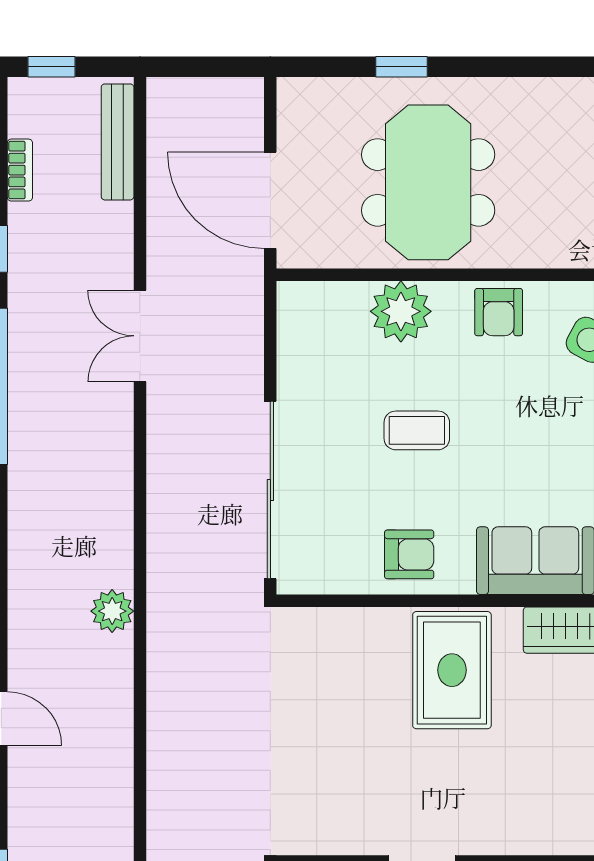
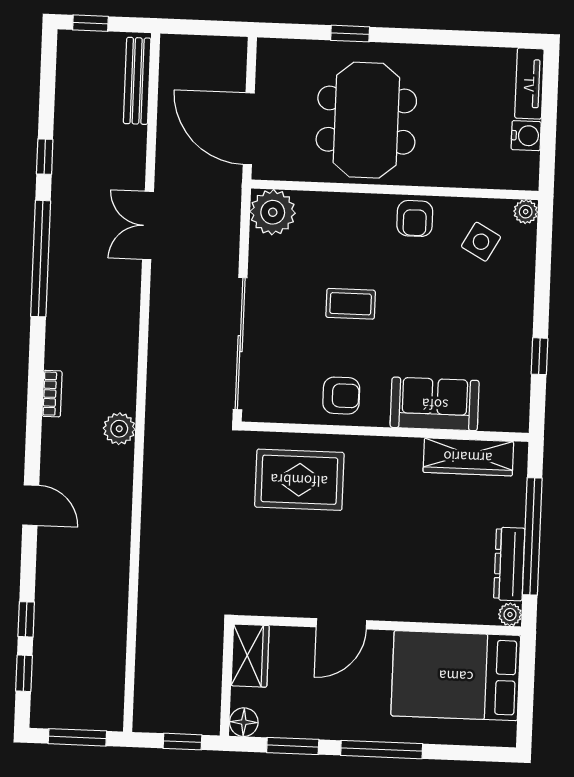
bookcase: (20, 170) -> (52, 394), moved
plant: (401, 311) -> (273, 212), moved
rug: (452, 670) -> (299, 480), moved, turned 90

